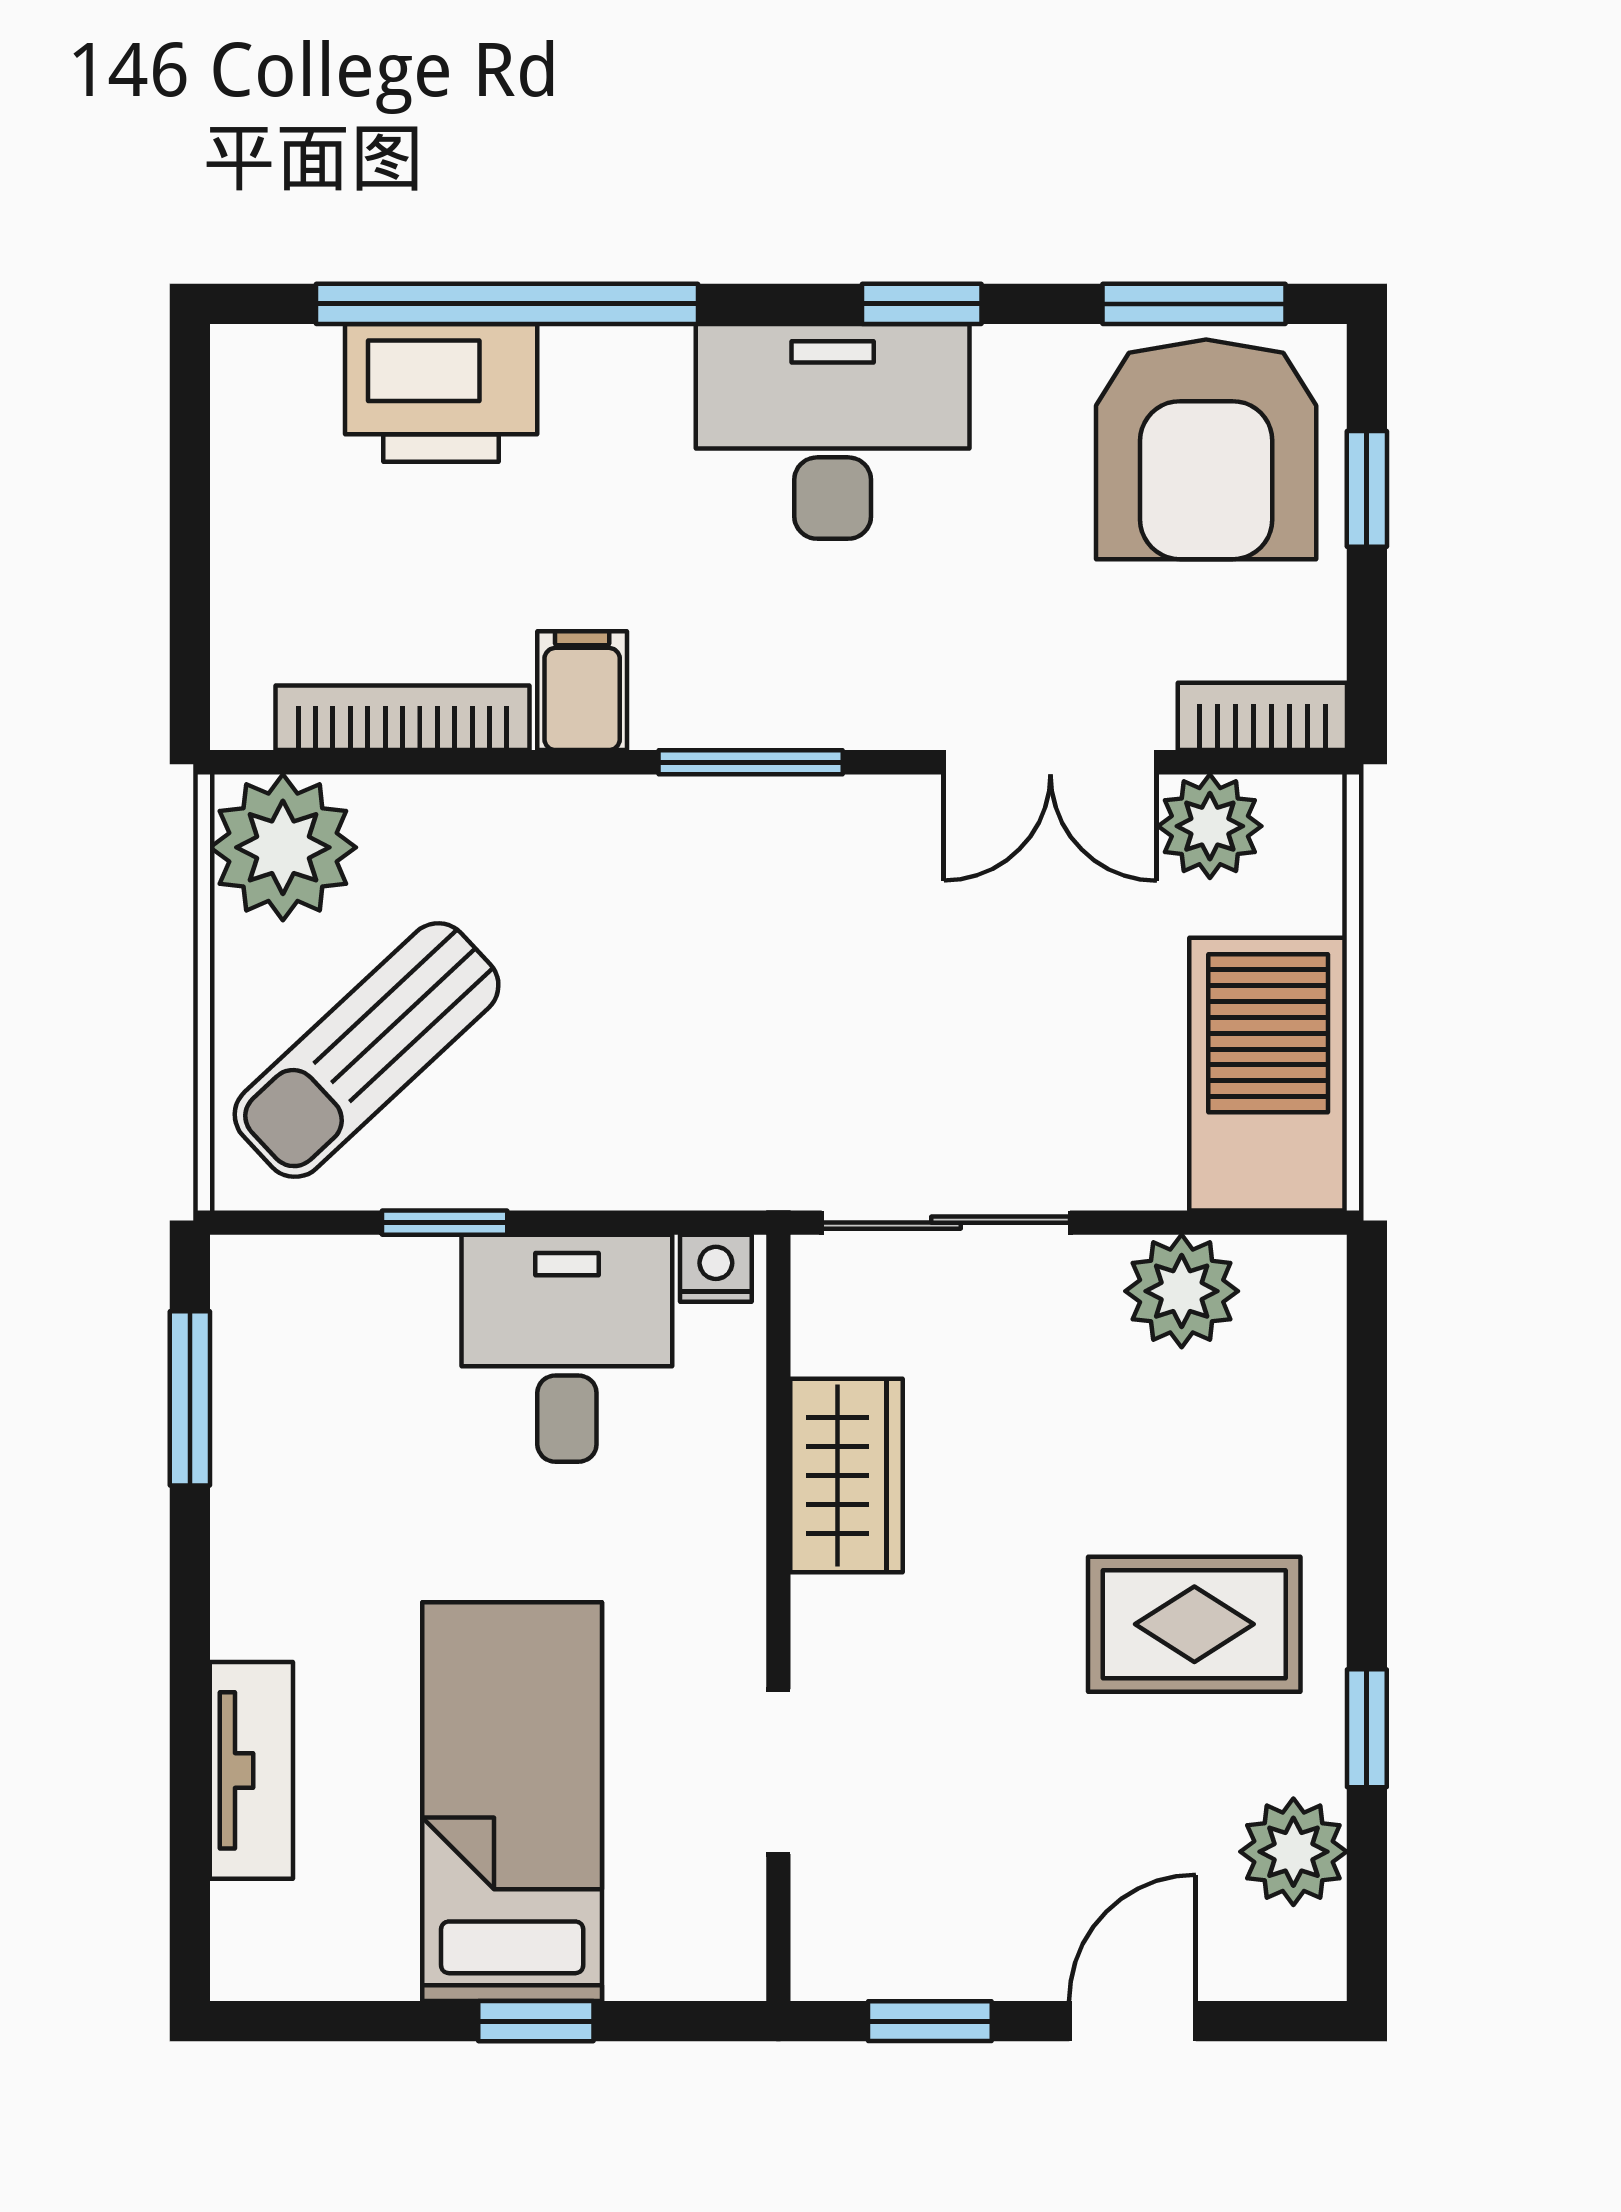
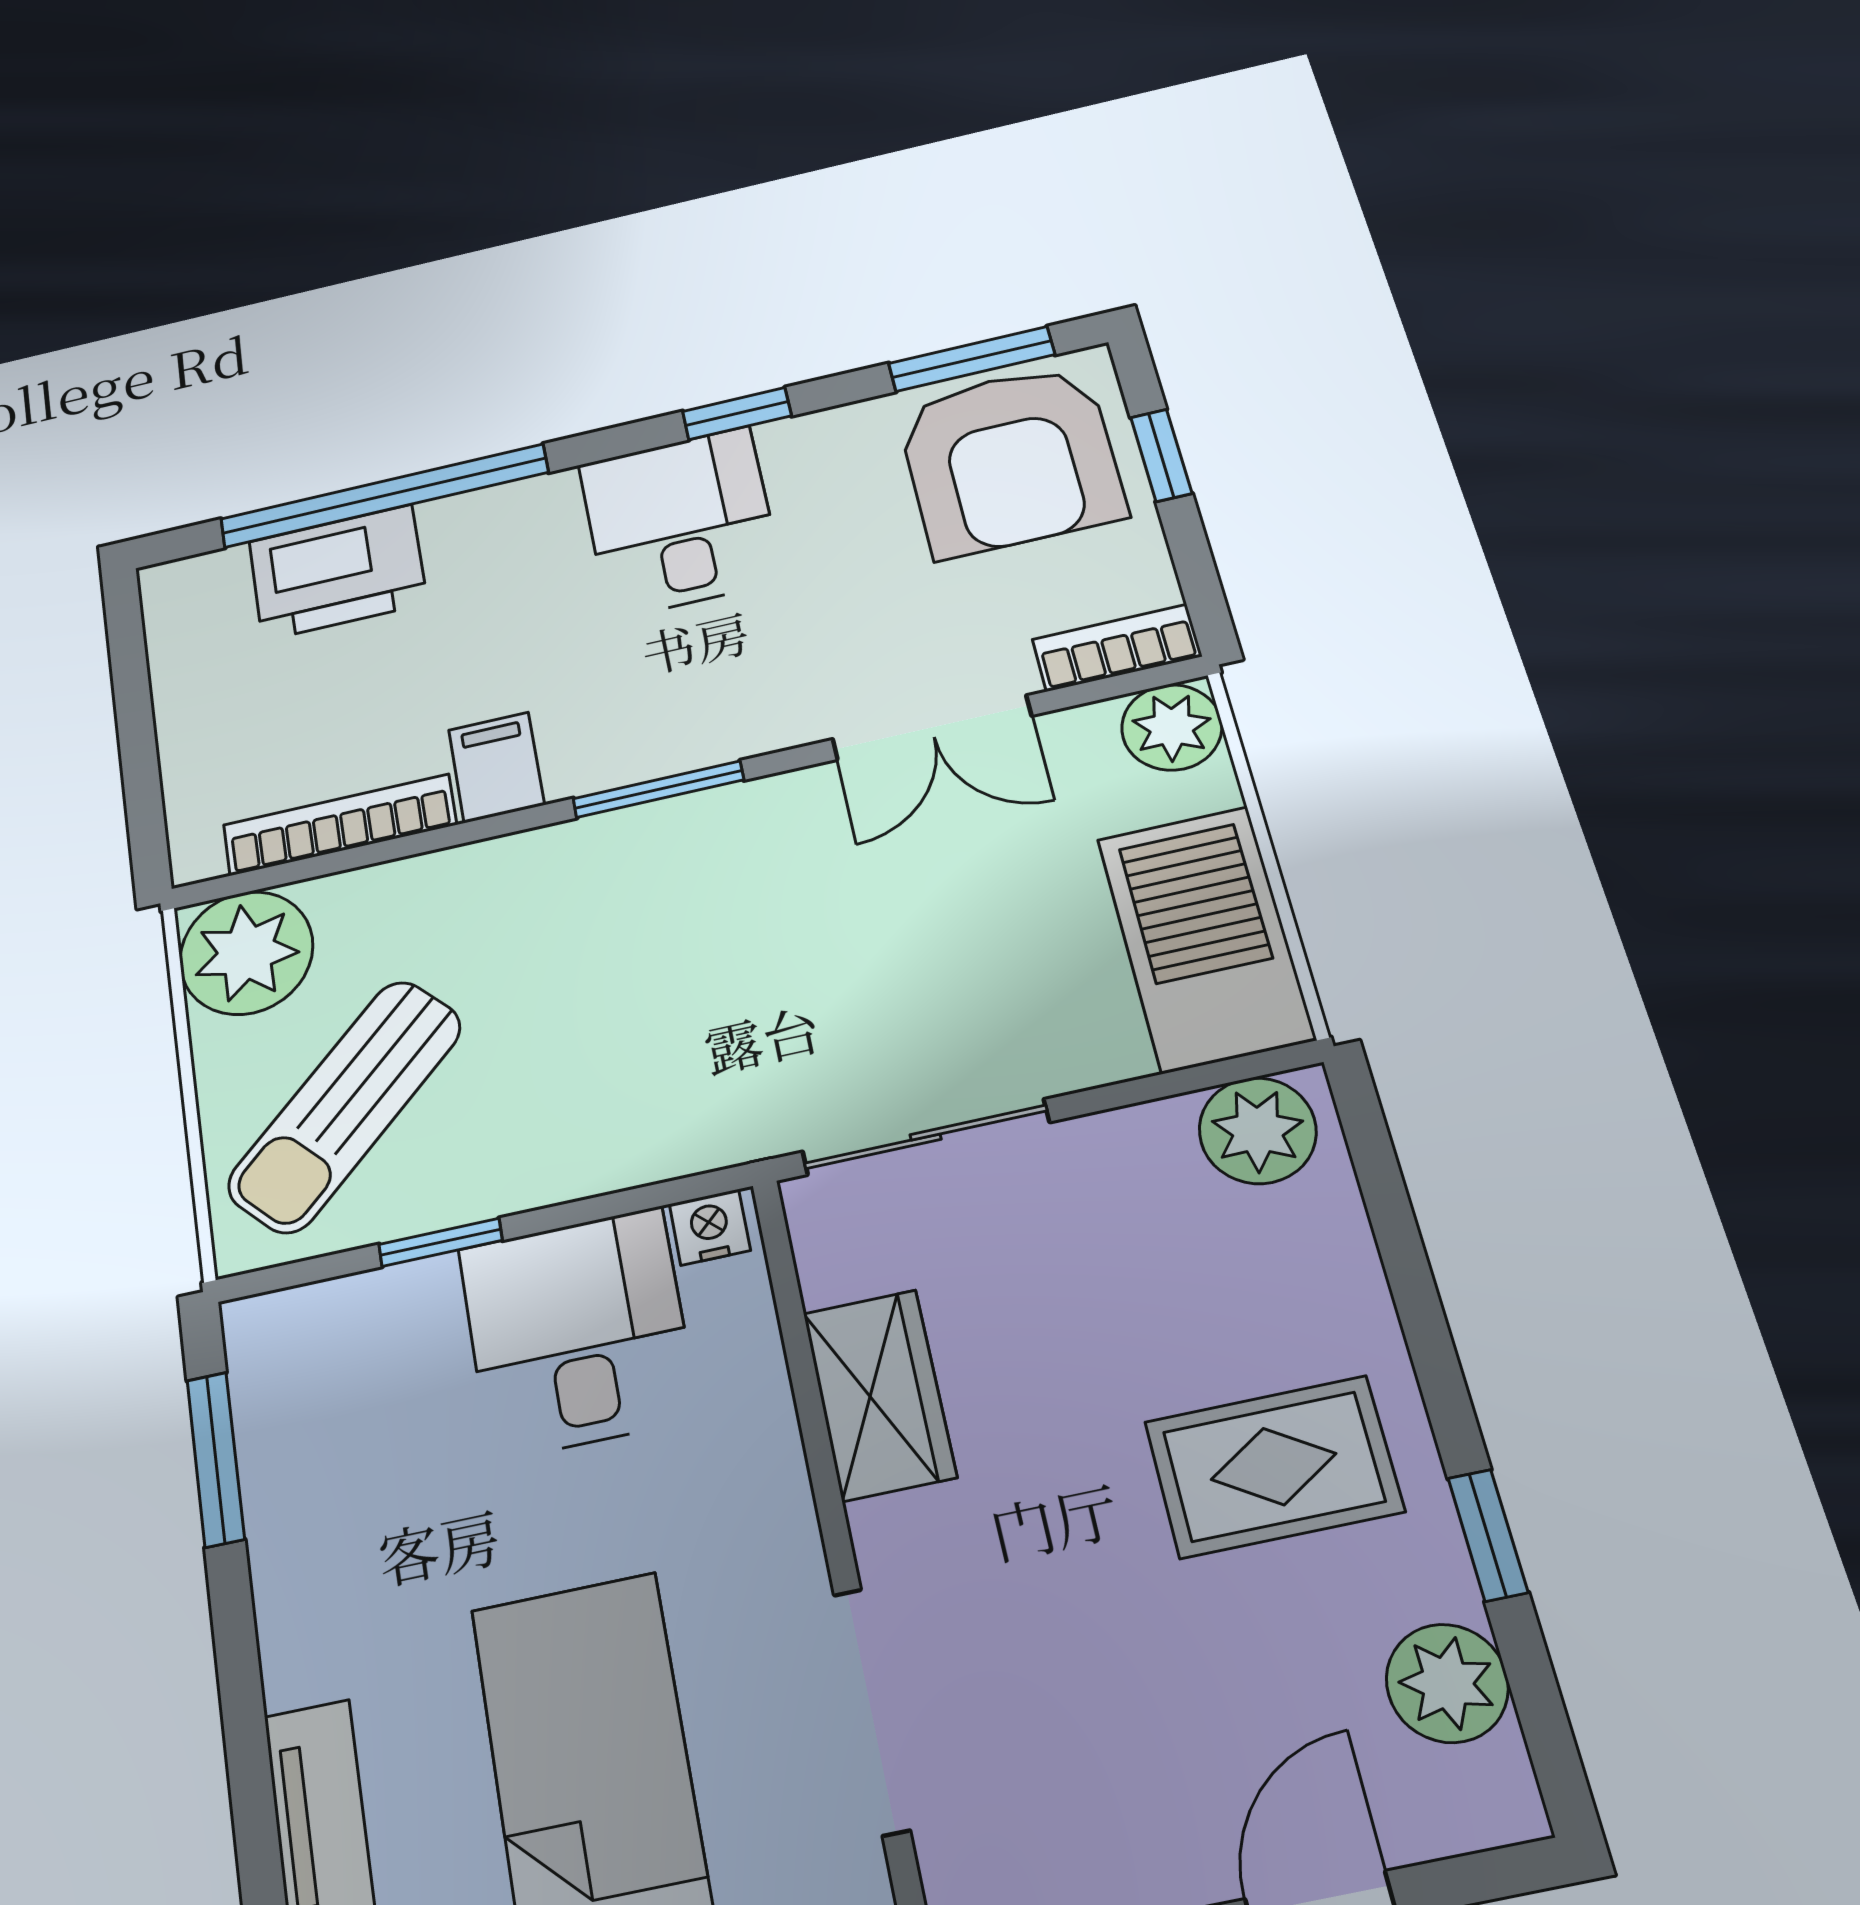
desk: (833, 431) -> (680, 522), width x0.73
plant: (1210, 826) -> (1172, 727), moved
plant: (1182, 1291) -> (1258, 1131), moved
doorway: (778, 1772) -> (871, 1711), width x1.38

